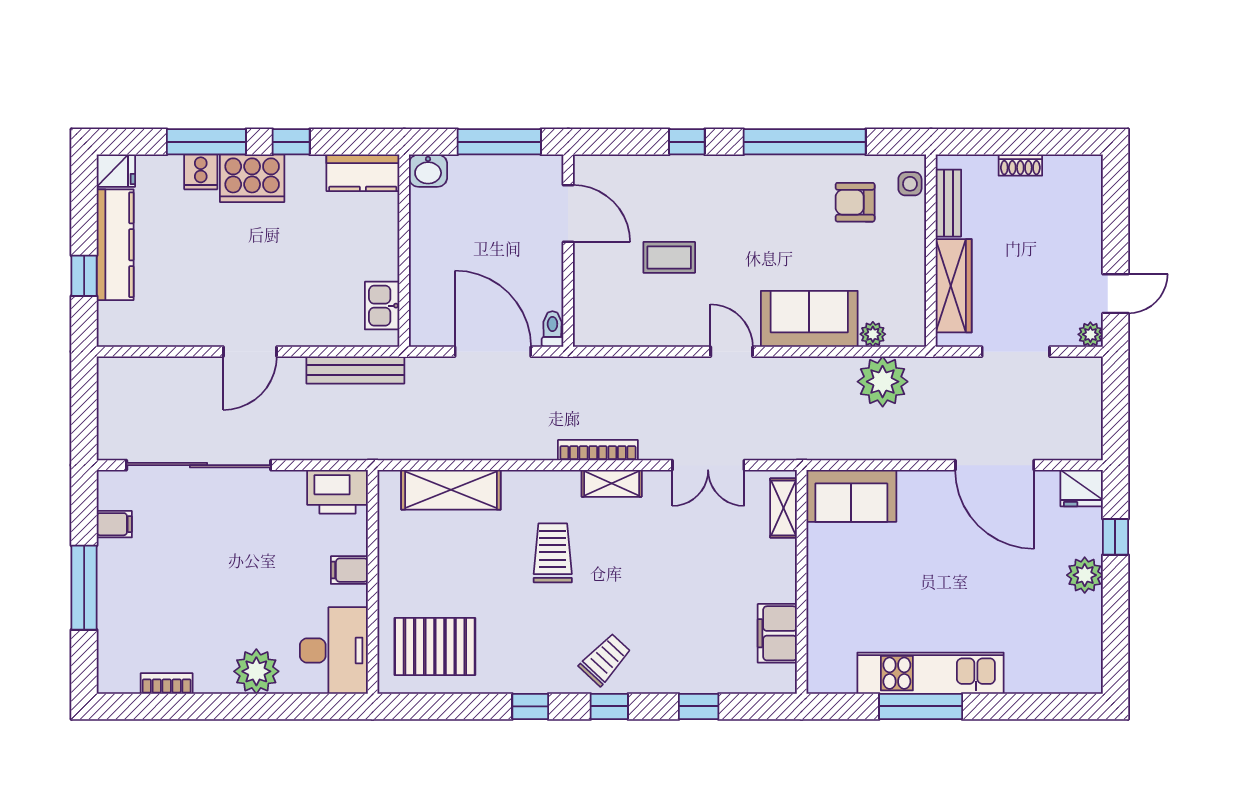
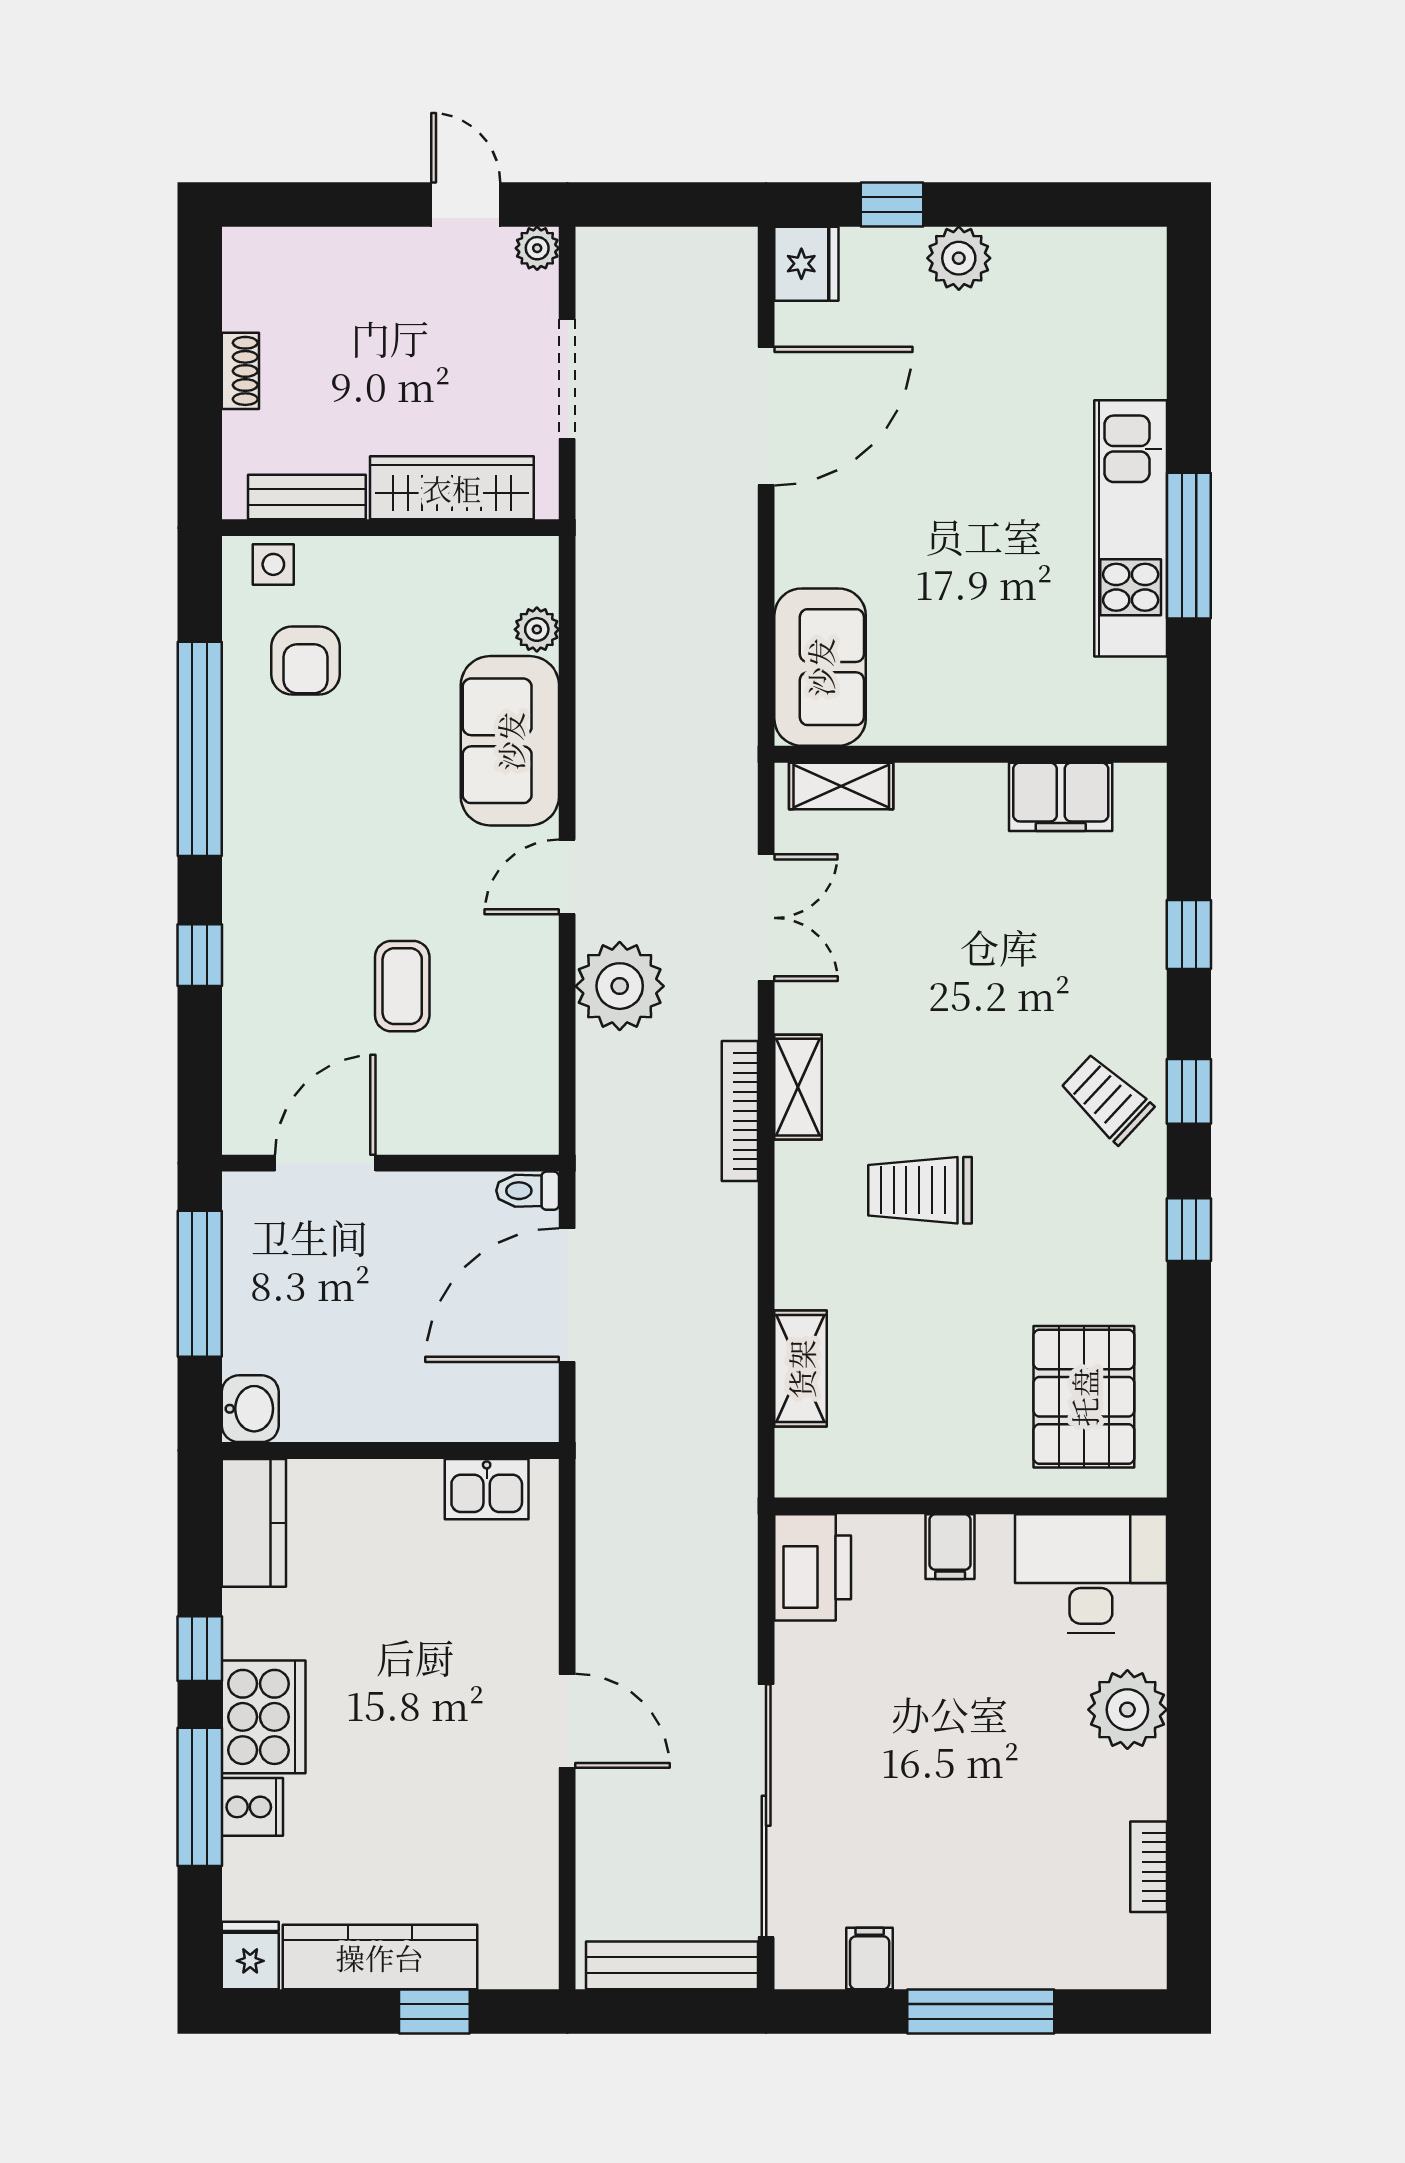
bench: (355, 370) -> (672, 1965), moved, turned 90
plant: (883, 382) -> (620, 986), moved
shelving: (451, 490) -> (801, 1369), width x0.67, depth x0.75

